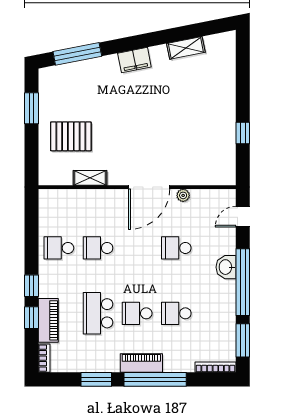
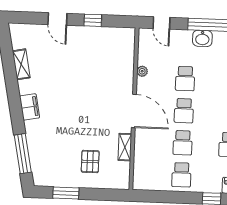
door: (243, 90) -> (57, 19), added
pallet: (71, 136) -> (90, 161), width x0.67, depth x0.71
door: (149, 187) -> (134, 111), moved
school desk: (137, 248) -> (184, 111), added

